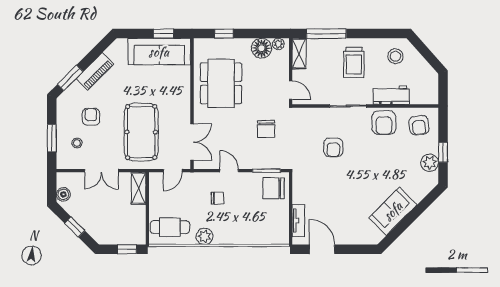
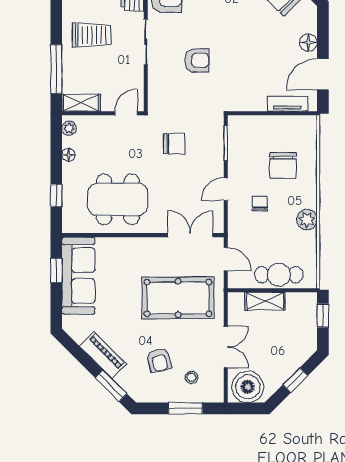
floor lamp: (261, 48) -> (69, 155), width x0.53, depth x0.53
armchair: (91, 117) -> (159, 360), turned -103
shelving: (139, 188) -> (265, 301), moved
chair: (273, 188) -> (283, 166), moved
boiler: (63, 194) -> (248, 387), width x1.86, depth x1.86
cafe table: (170, 227) -> (279, 275), moved, turned 90
floor lamp: (348, 238) -> (308, 42), added

